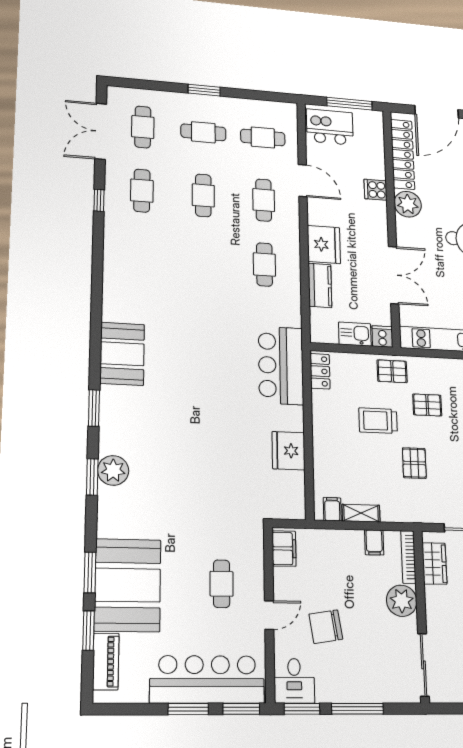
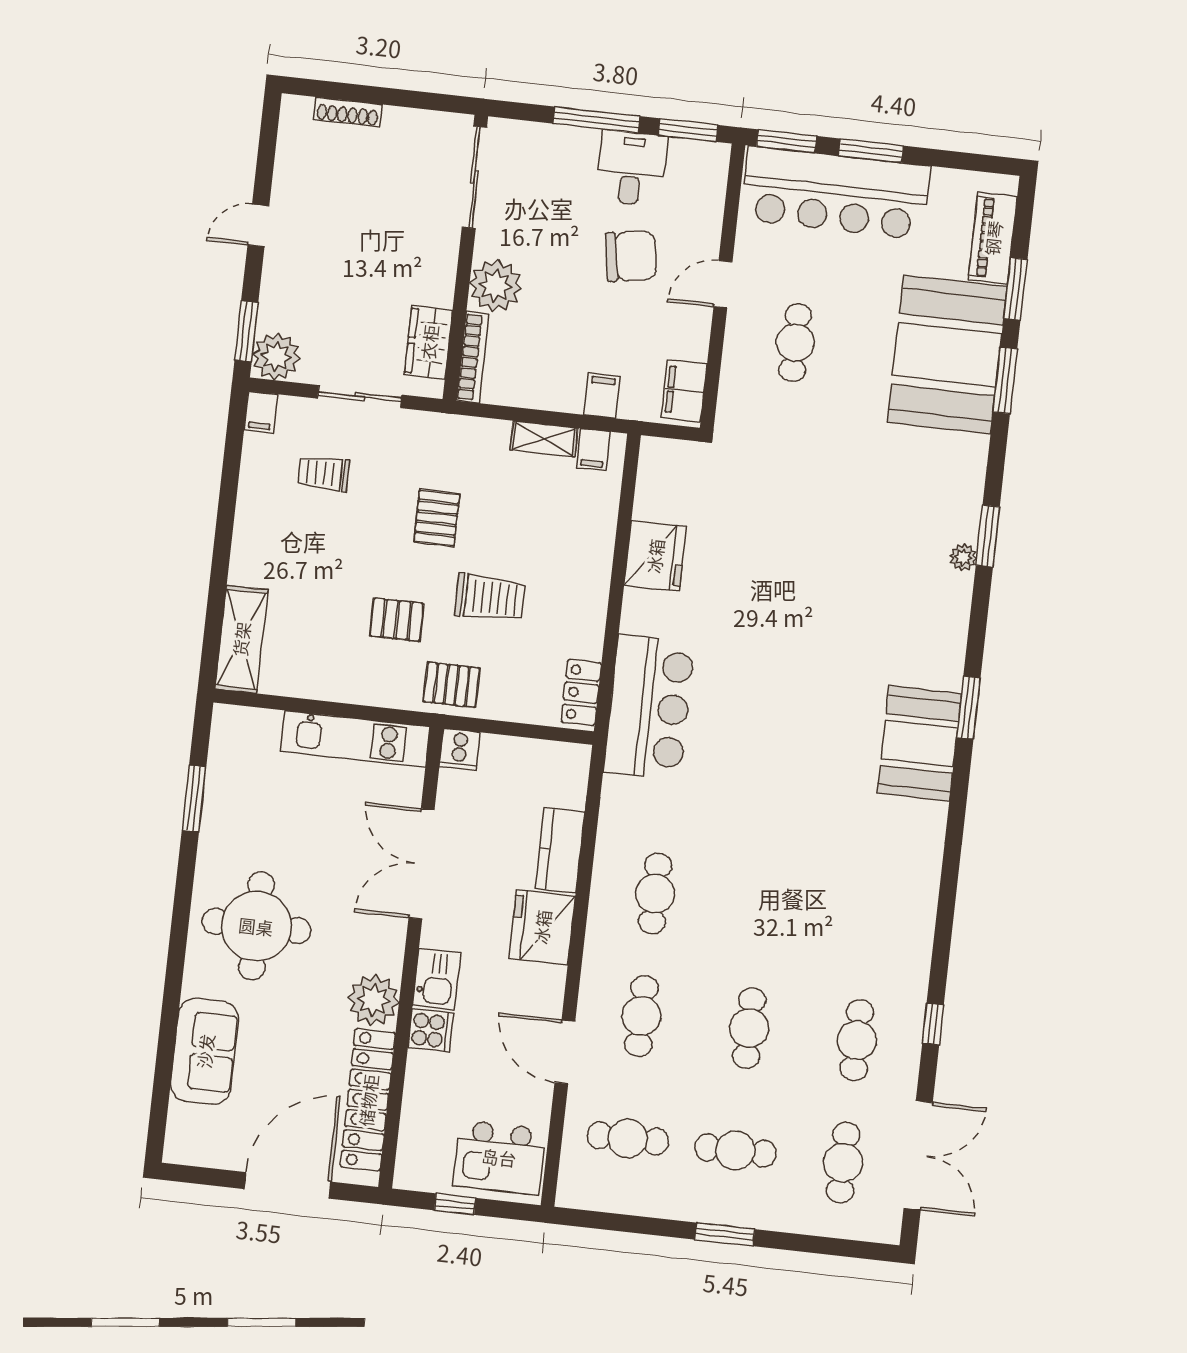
window: (349, 104) -> (455, 1204), width x0.46
kitchen sink: (355, 334) -> (436, 979), moved, turned -90
window: (94, 408) -> (968, 708), moved
plant: (113, 470) -> (963, 557), width x0.53, depth x0.53
filing cabinet: (374, 542) -> (602, 395), moved
desk: (294, 681) -> (631, 168), moved

